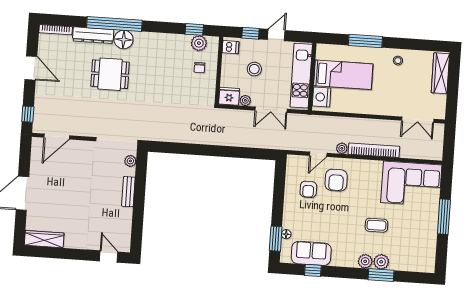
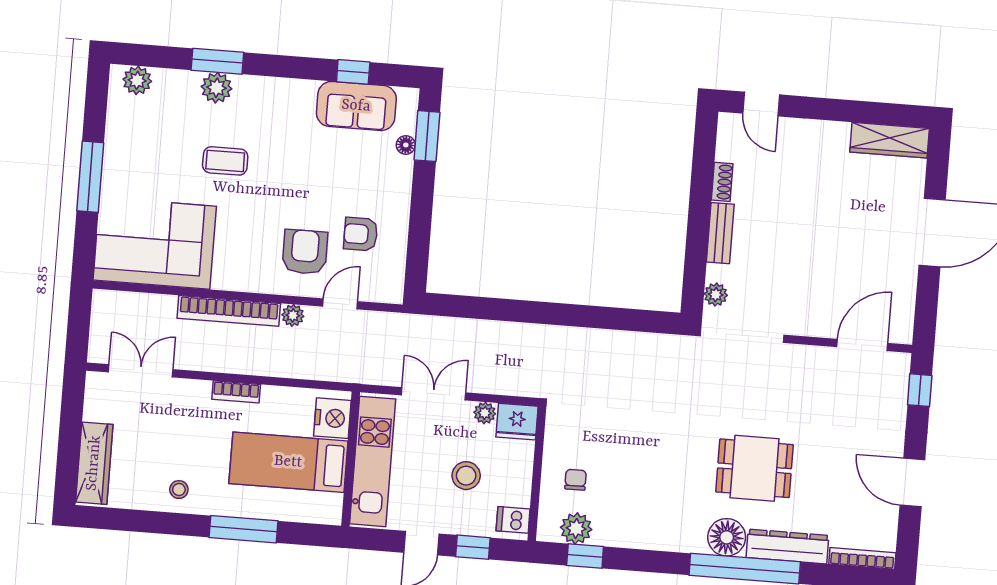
bookcase: (370, 110) -> (236, 392), added
armchair: (308, 189) -> (361, 234), turned -90
shoe rack: (128, 217) -> (722, 182), added
plant: (365, 261) -> (137, 80), moved

